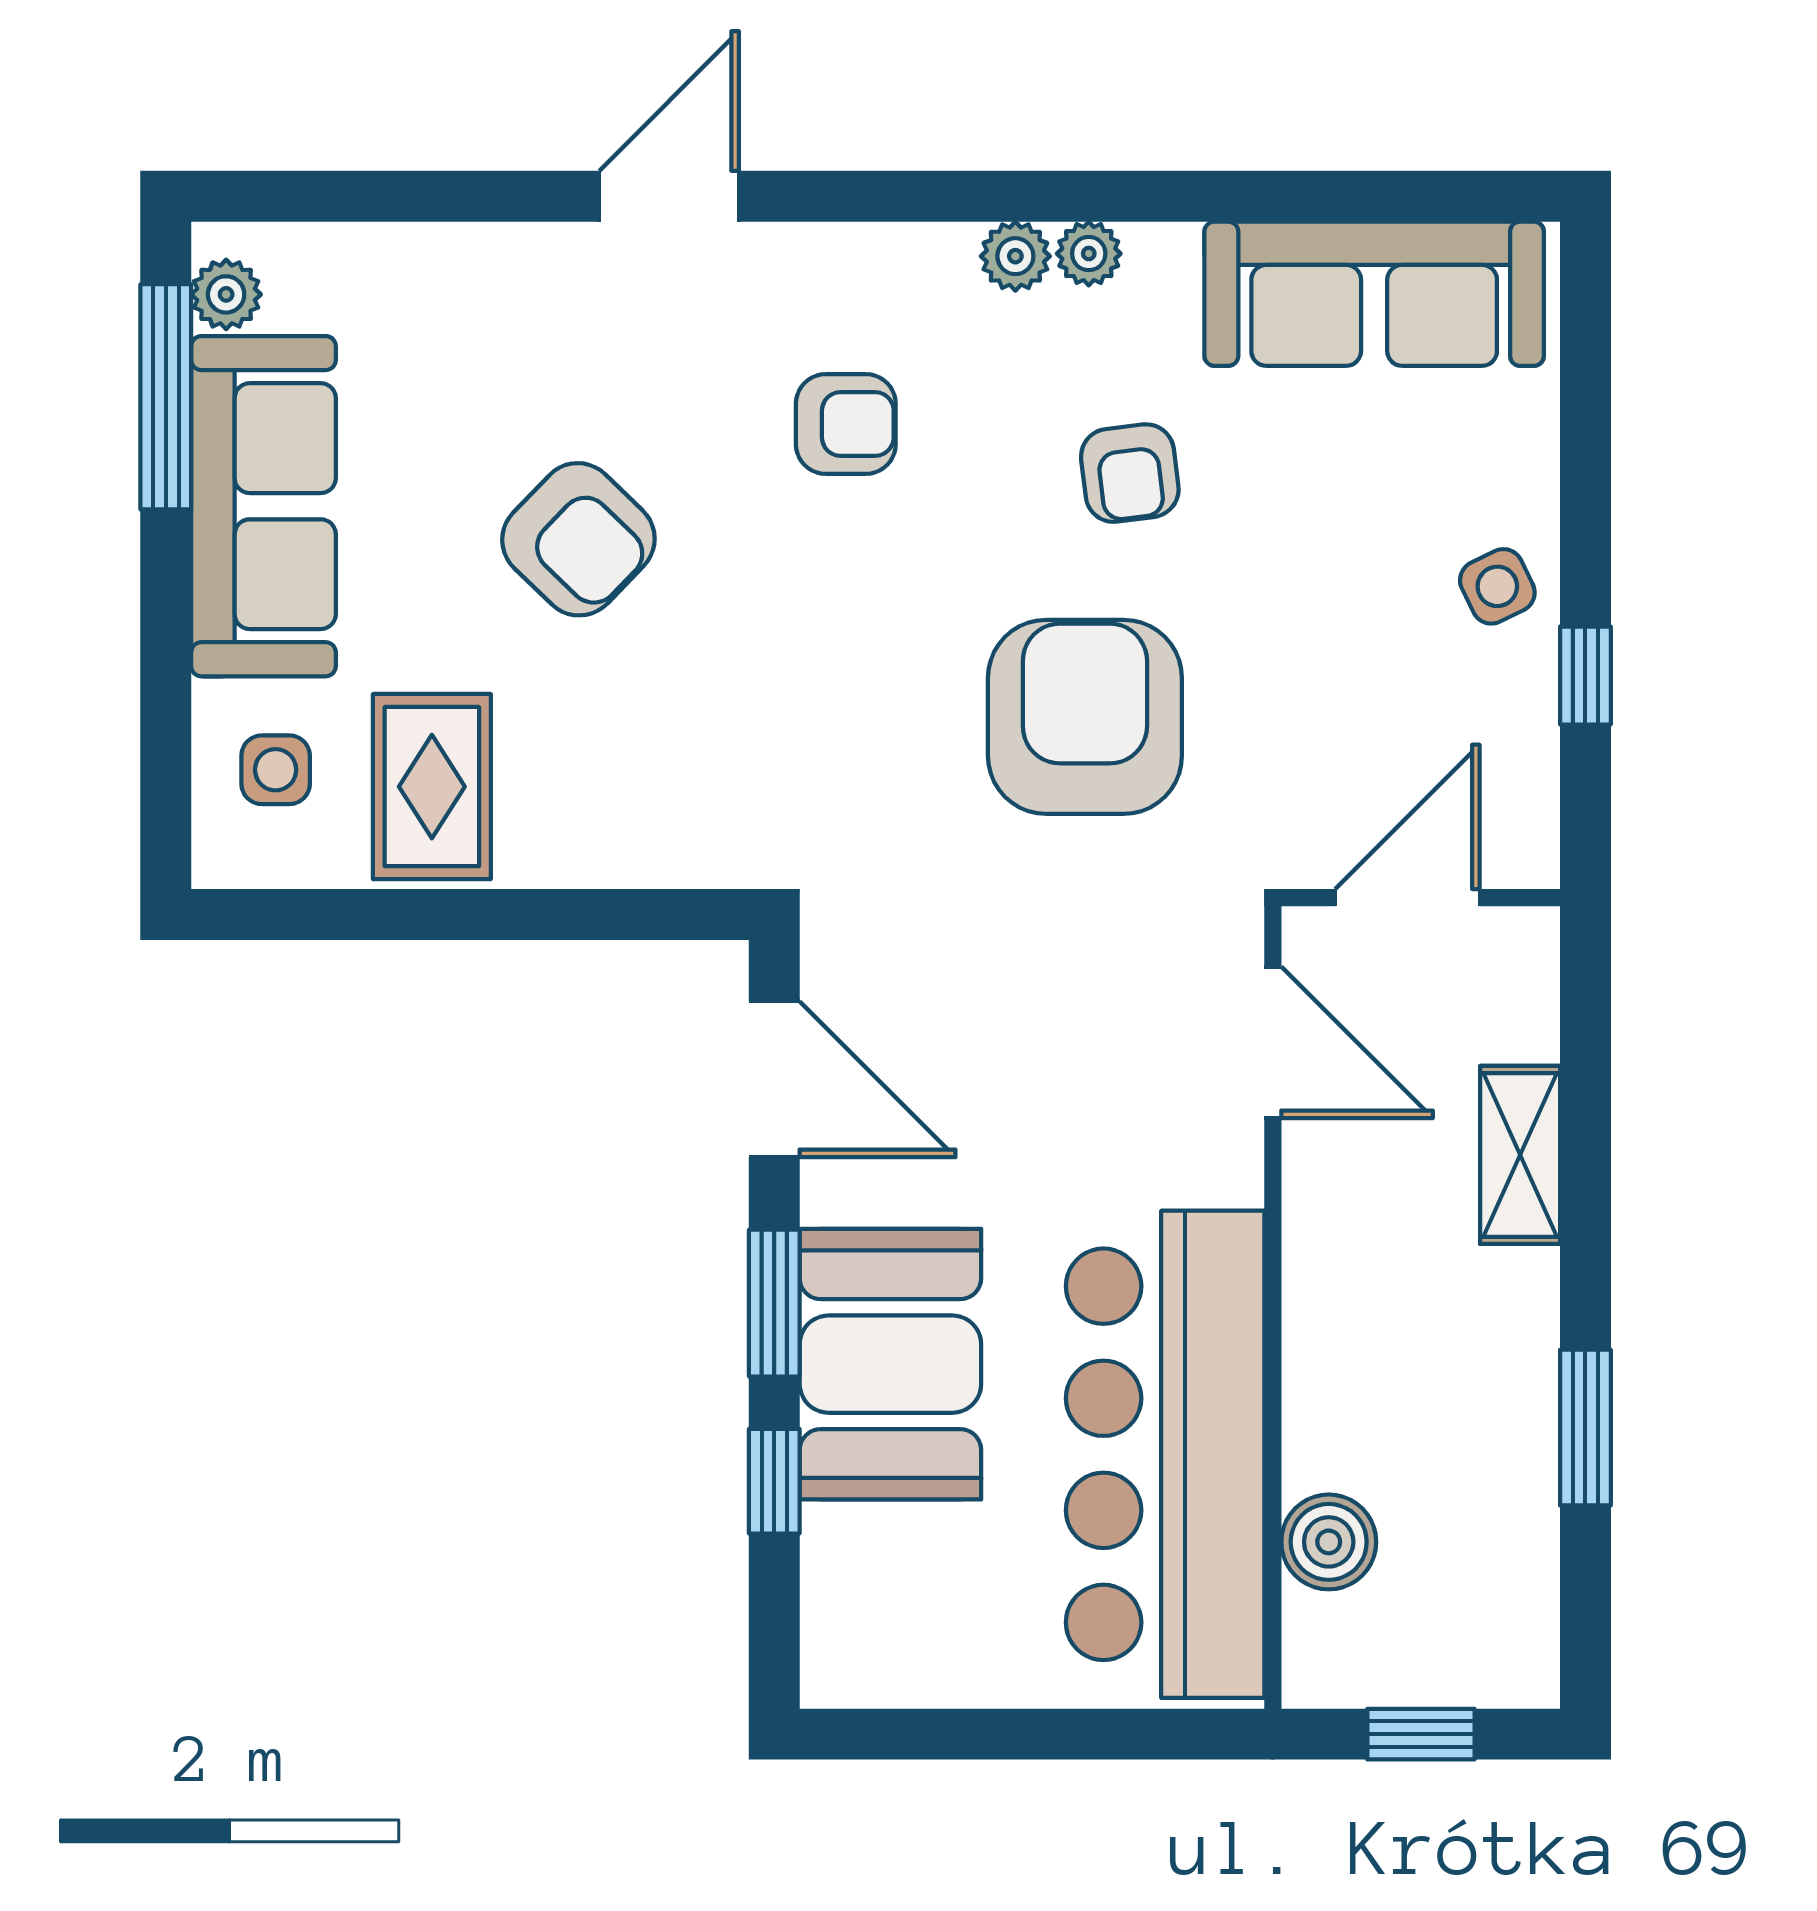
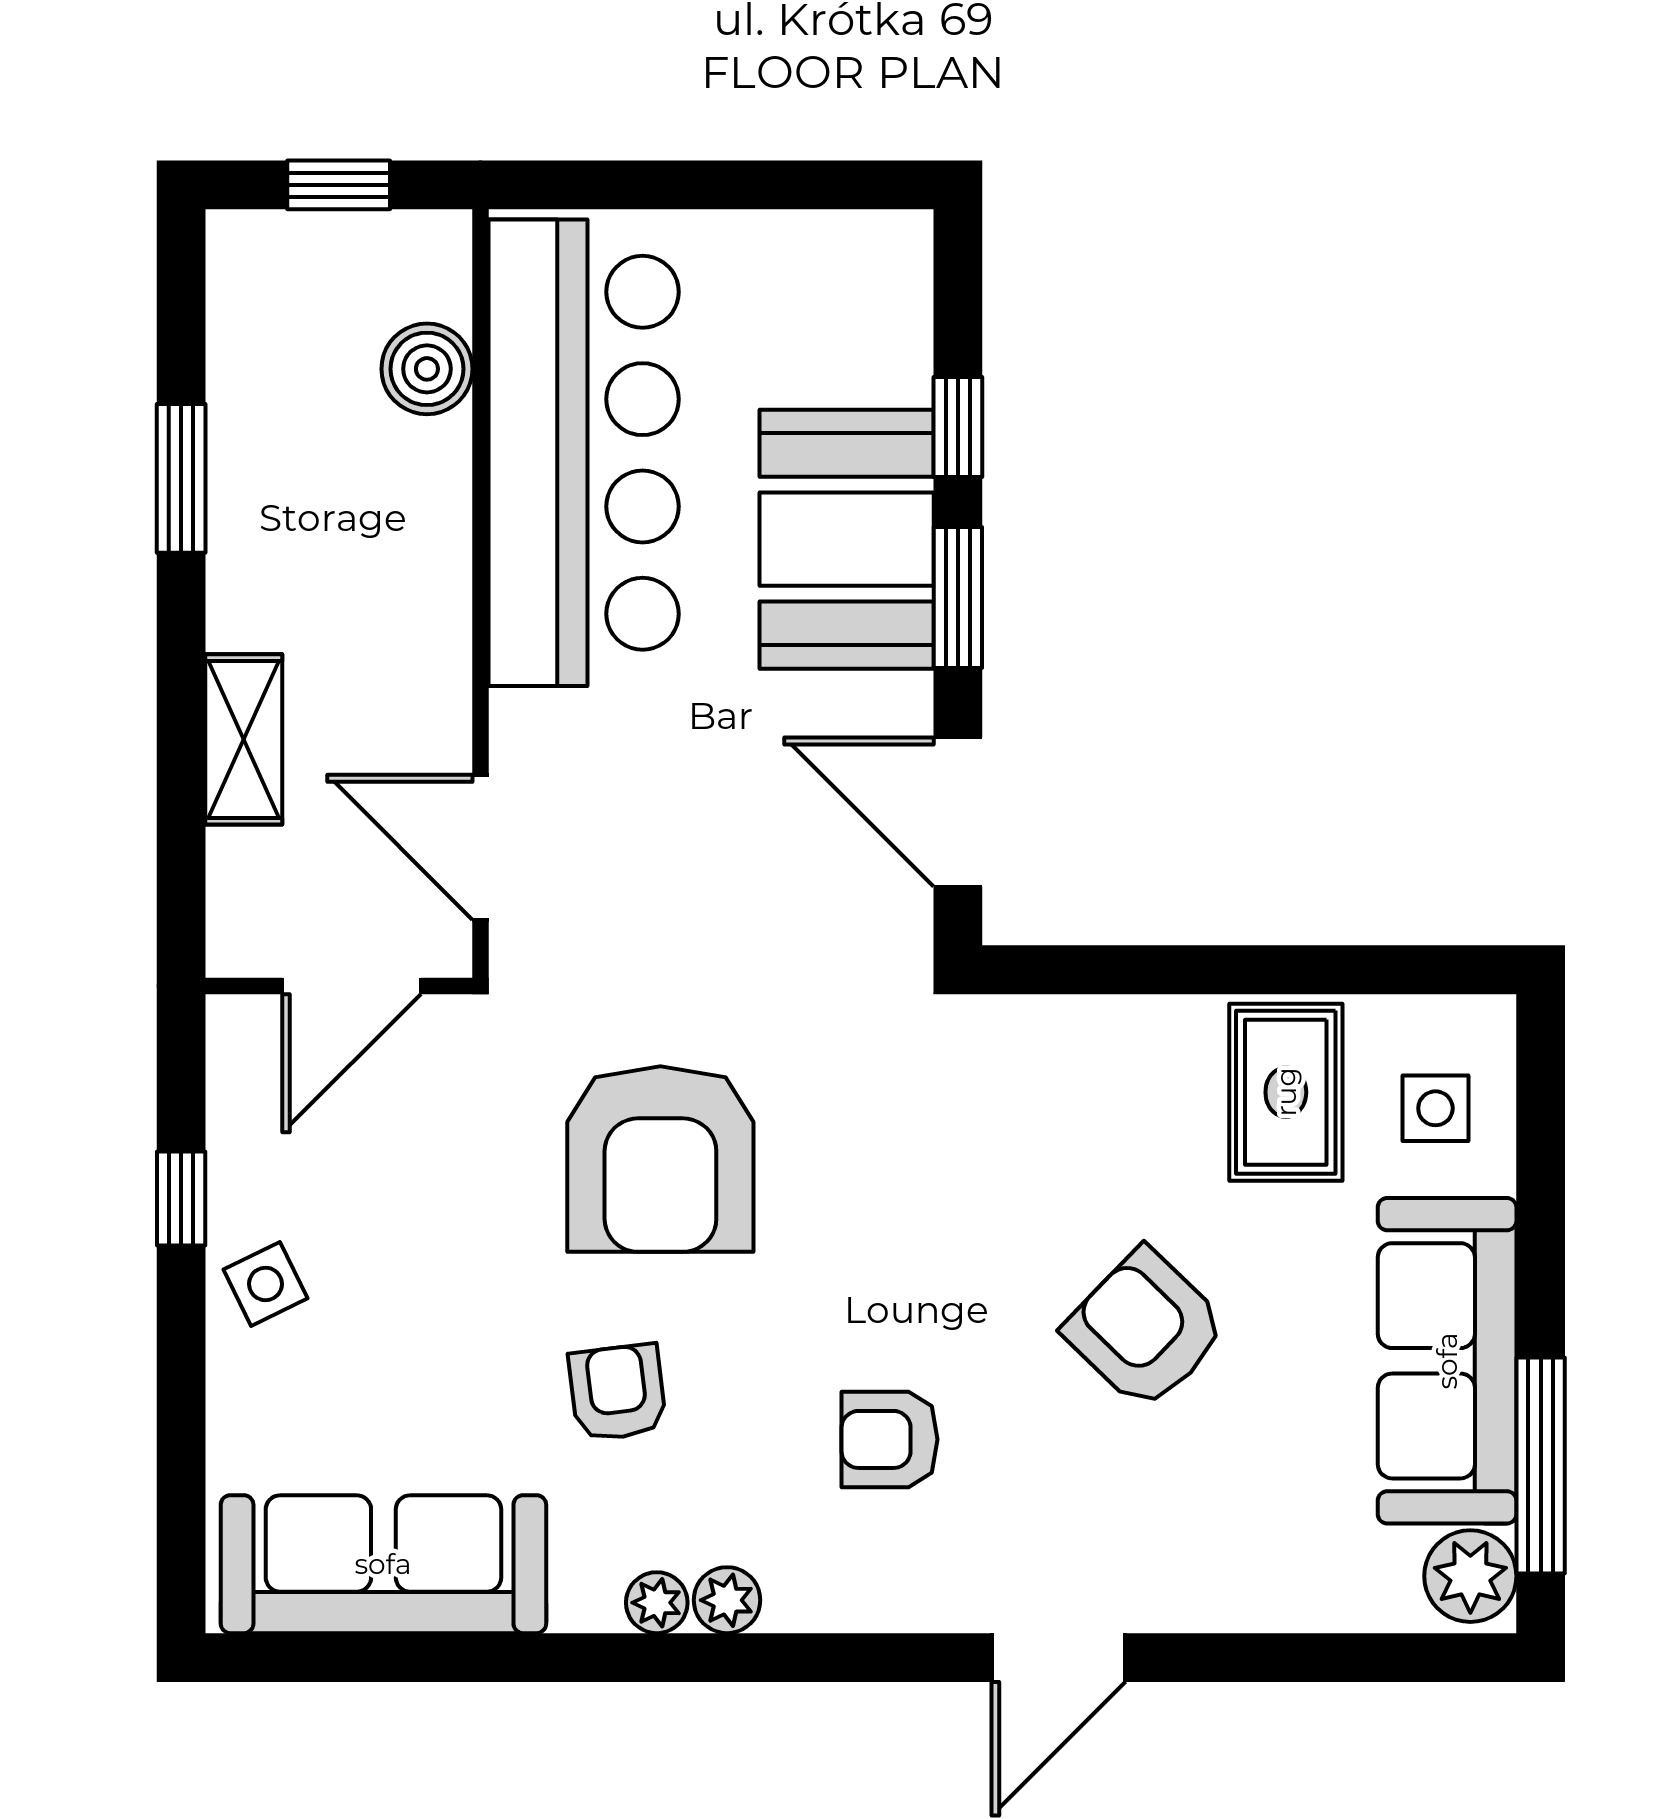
plant: (226, 294) -> (1470, 1576), width x1.38, depth x1.38

